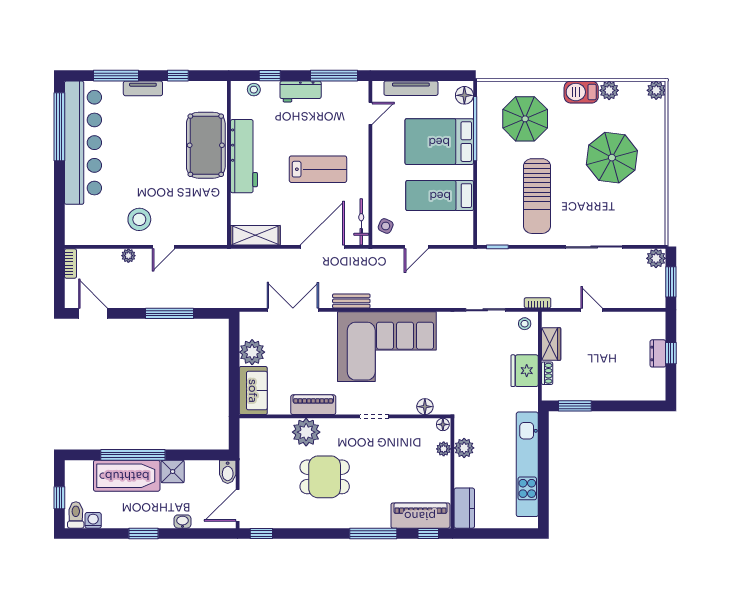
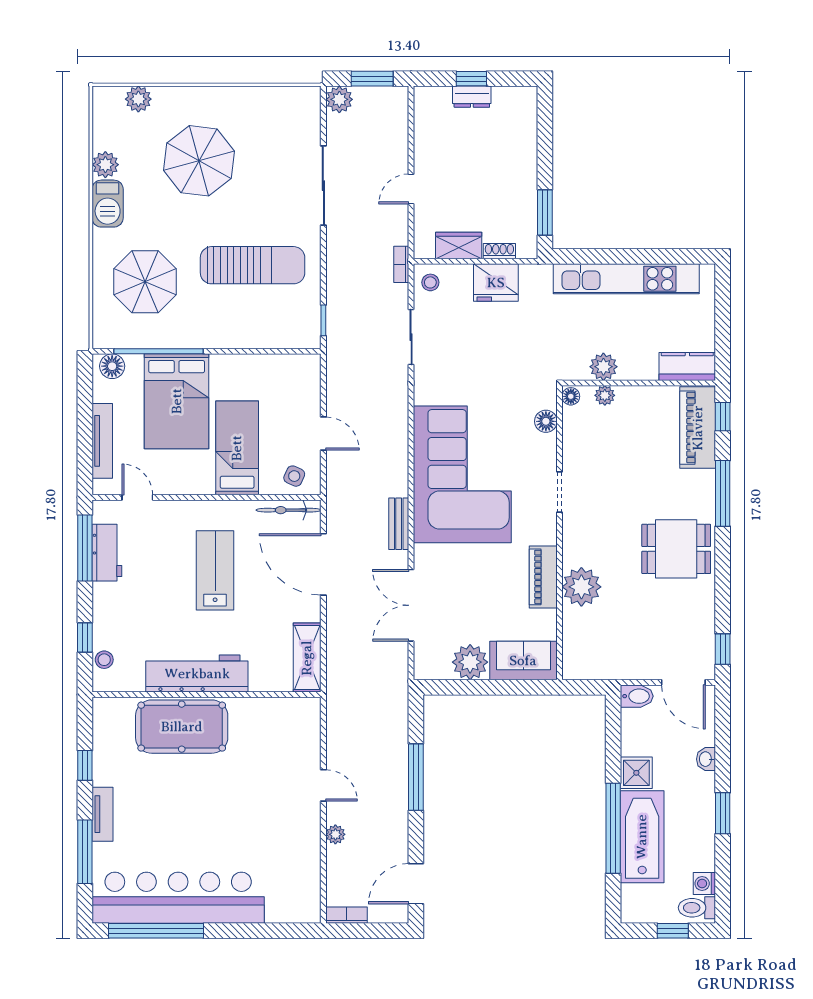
plant: (656, 90) -> (138, 99), moved
workbench: (301, 91) -> (107, 553), moved
bed: (440, 196) -> (237, 448), moved, turned 180
stool: (139, 219) -> (285, 819), removed
dining table: (325, 477) -> (676, 549), moved, turned 90

